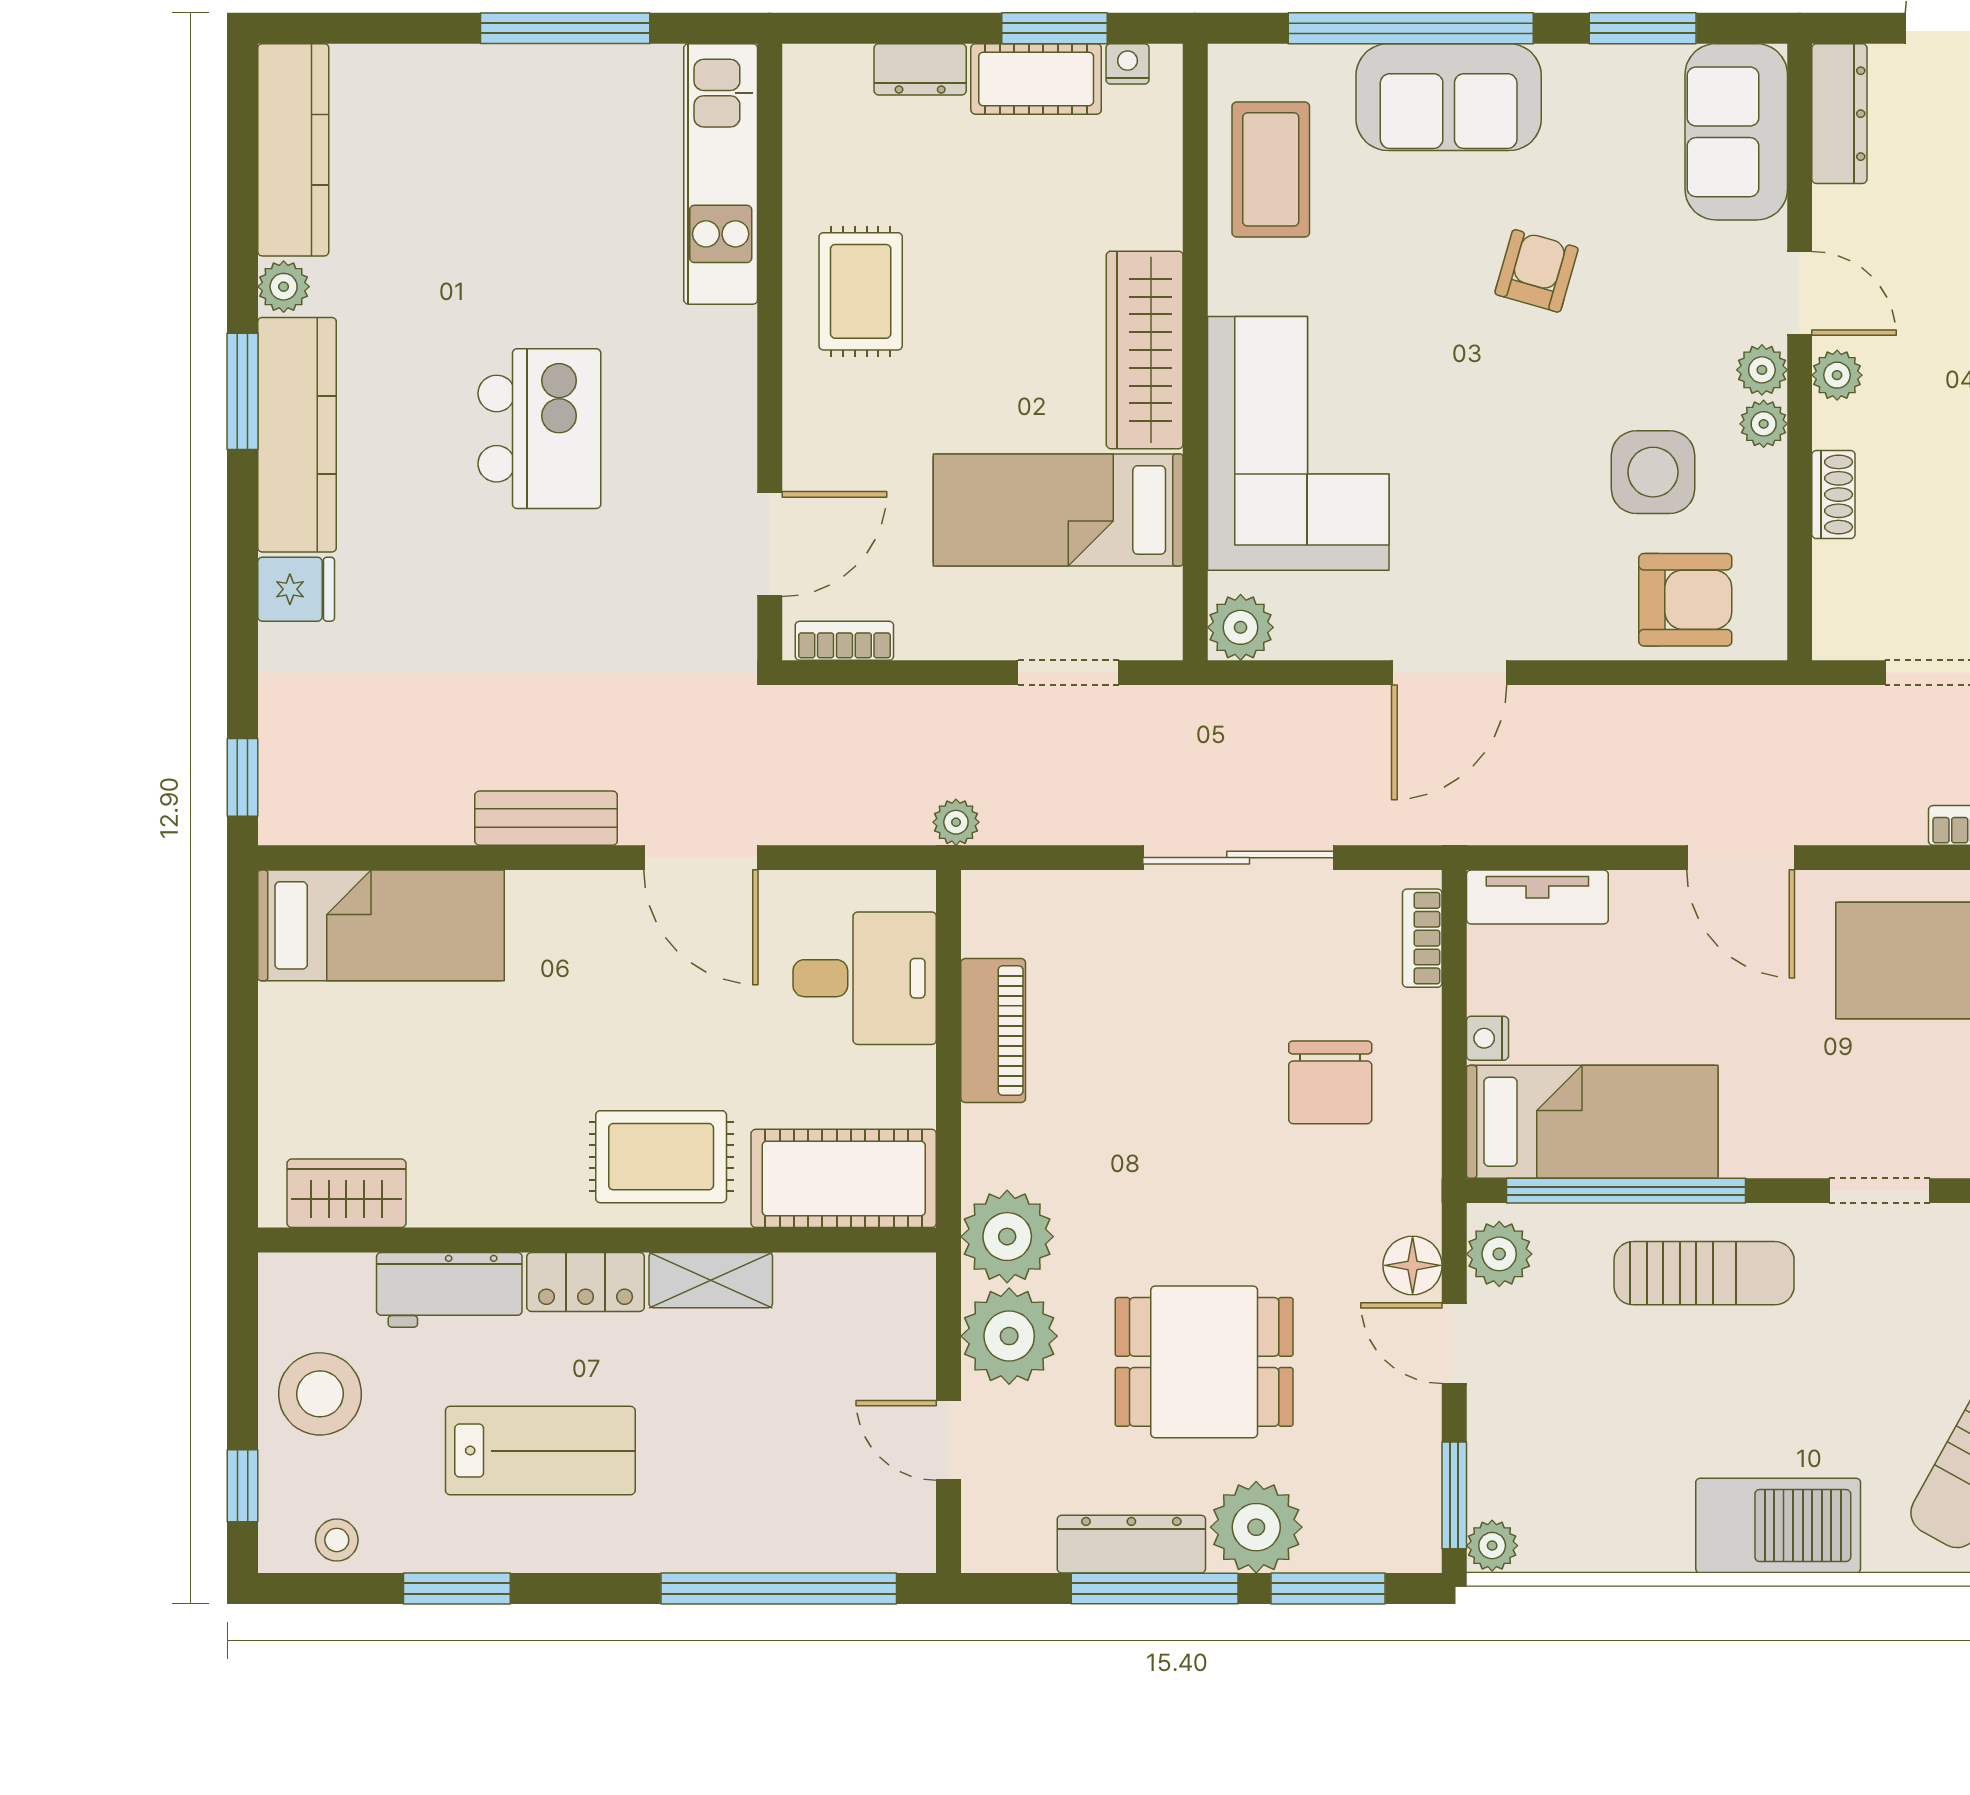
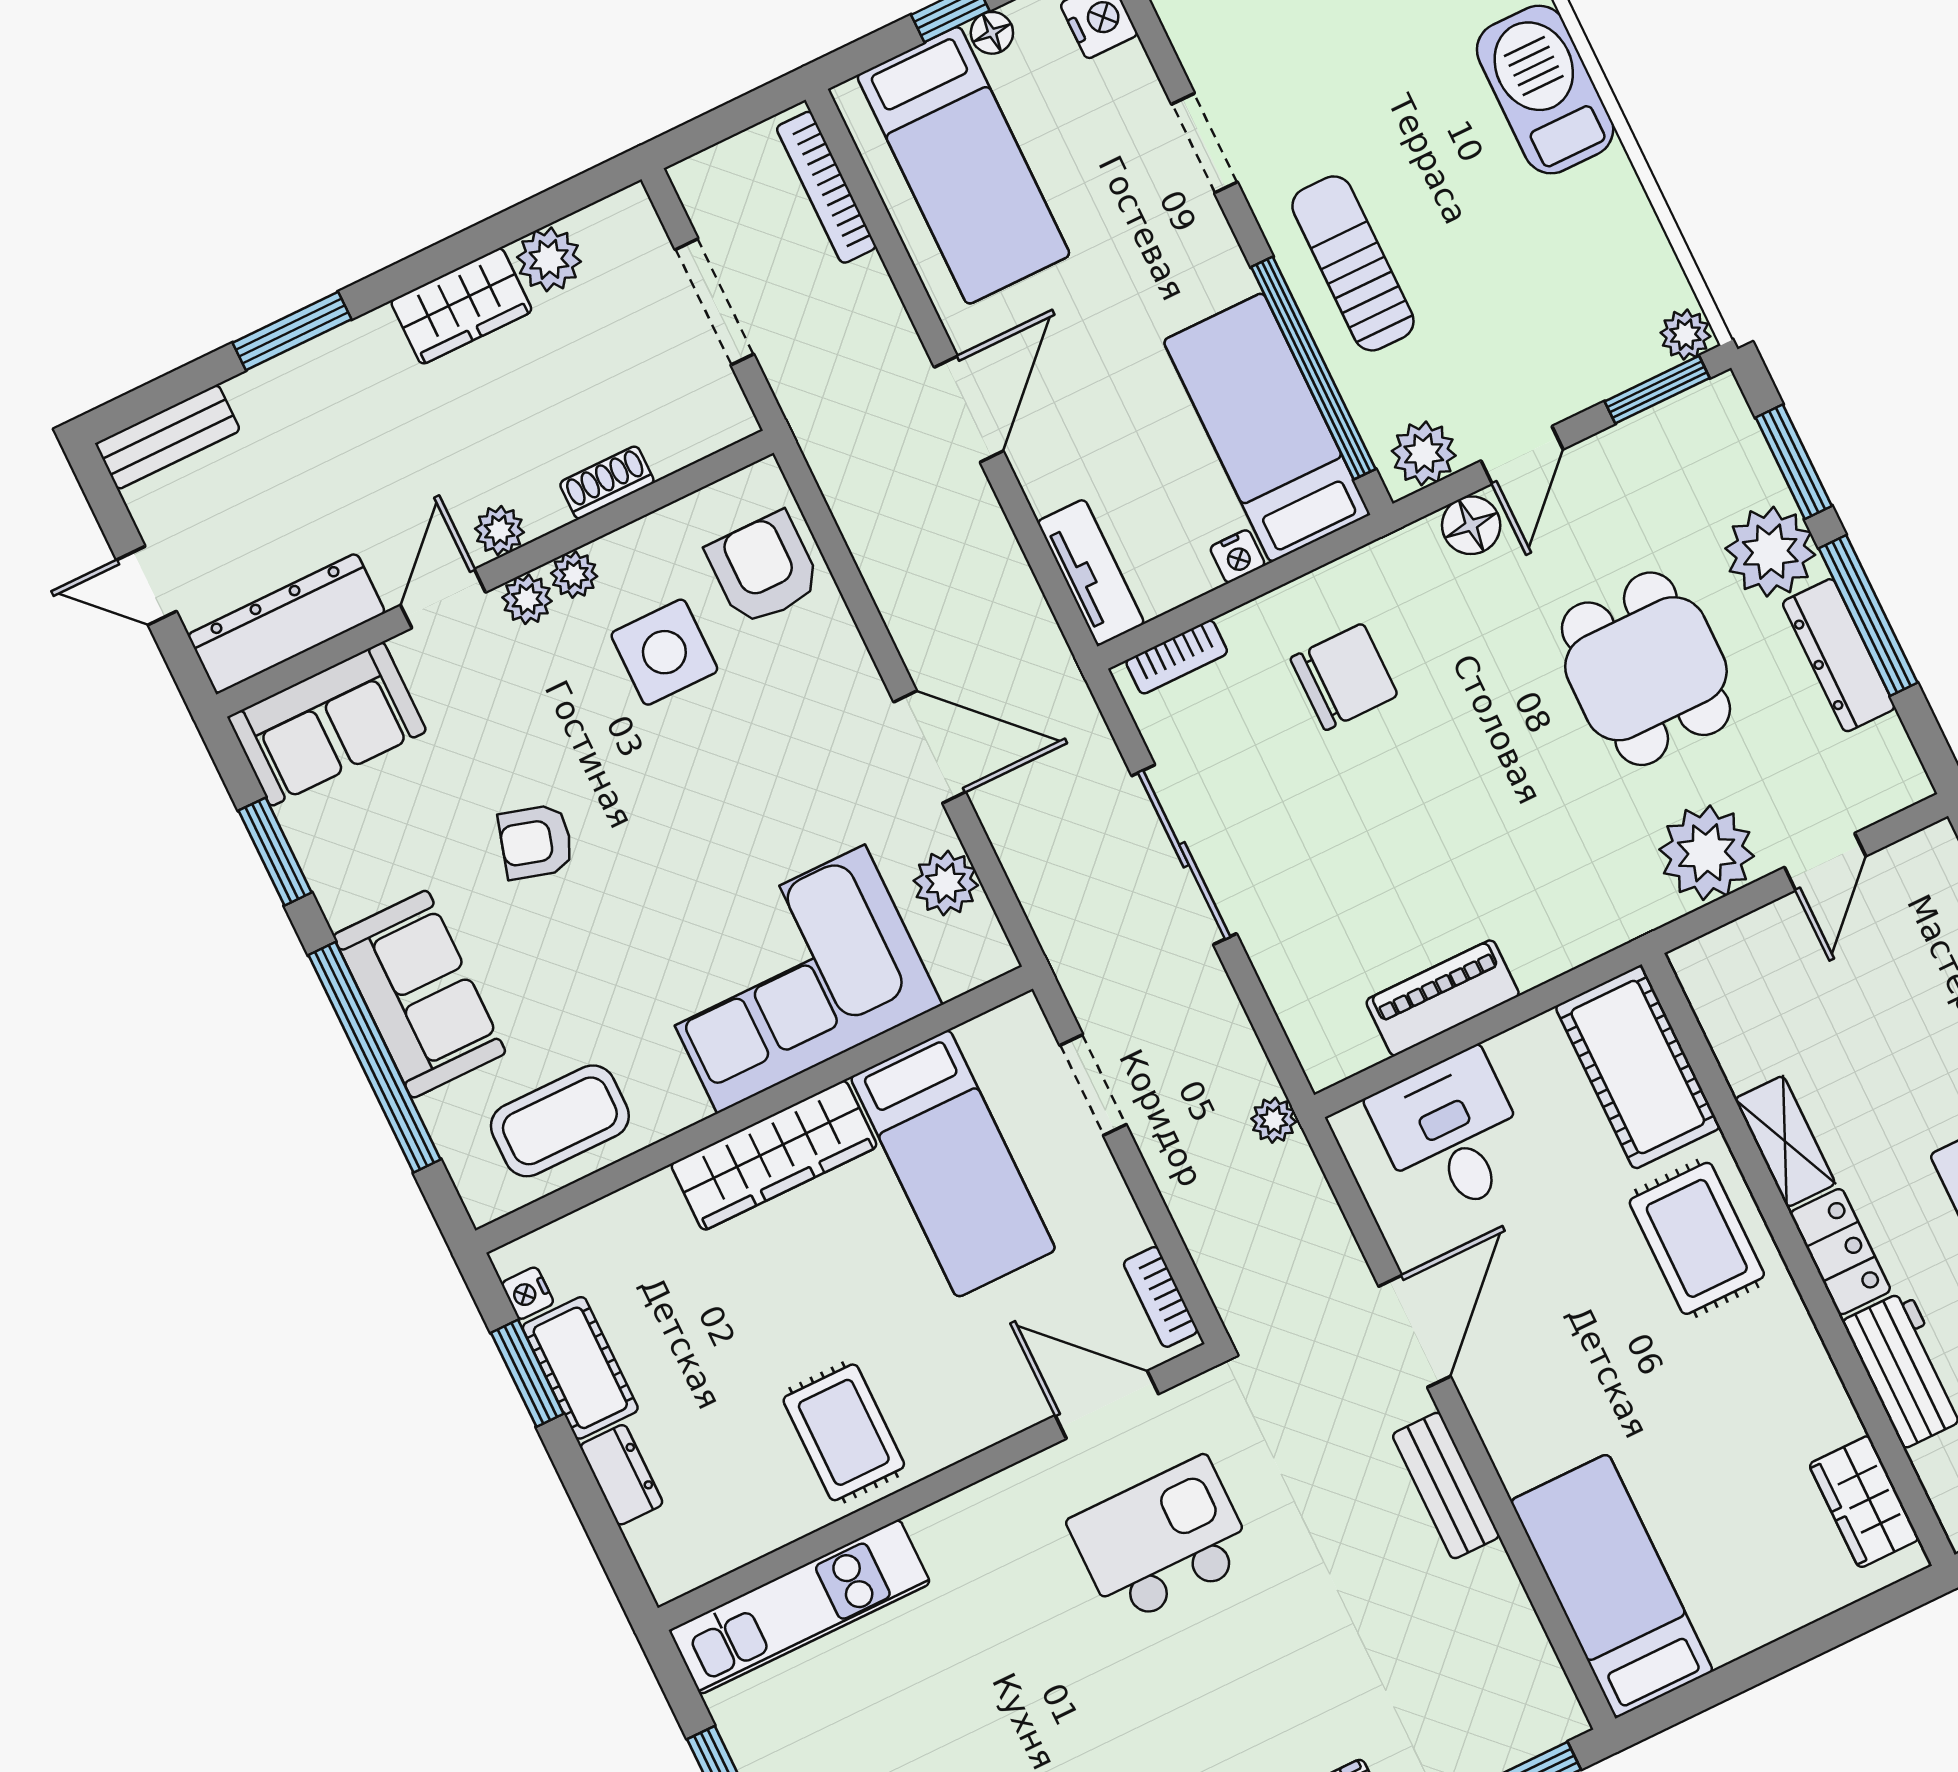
dresser: (1839, 114) -> (286, 624), width x1.37, depth x1.24
rug: (861, 291) -> (844, 1432), turned 90
kitchen island: (539, 429) -> (1161, 1540), moved
plant: (1241, 627) -> (946, 883), moved
plant: (1007, 1237) -> (1619, 897), removed

